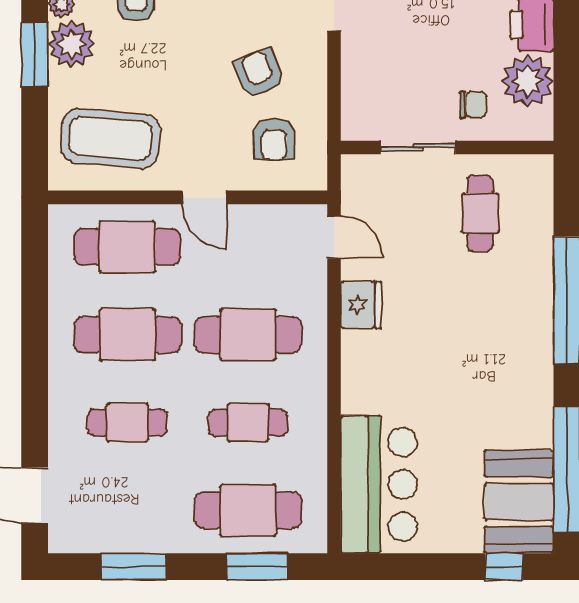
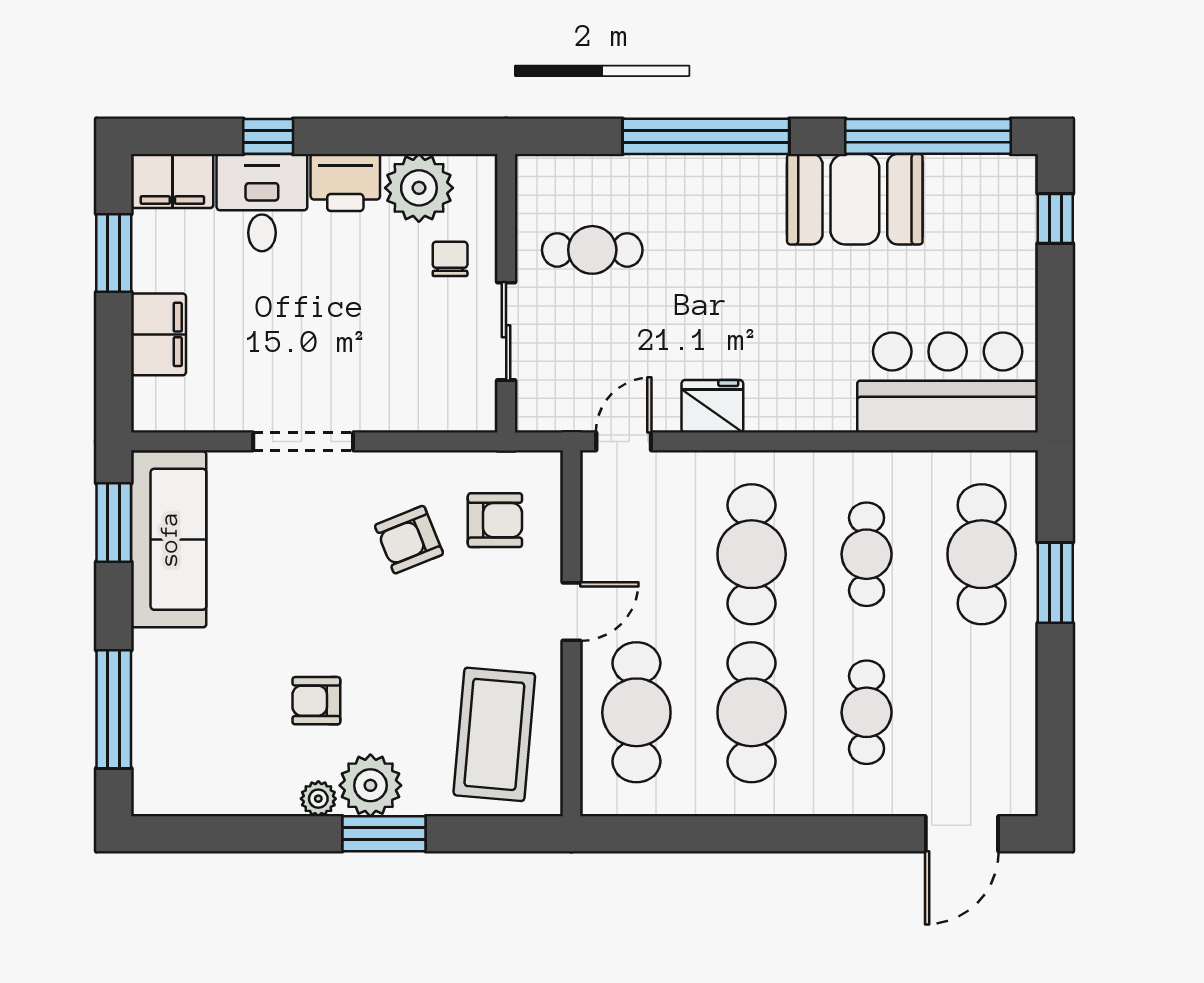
booth: (519, 502) -> (855, 199), moved
window: (134, 567) -> (1055, 704), removed
window: (257, 567) -> (1055, 583), moved

